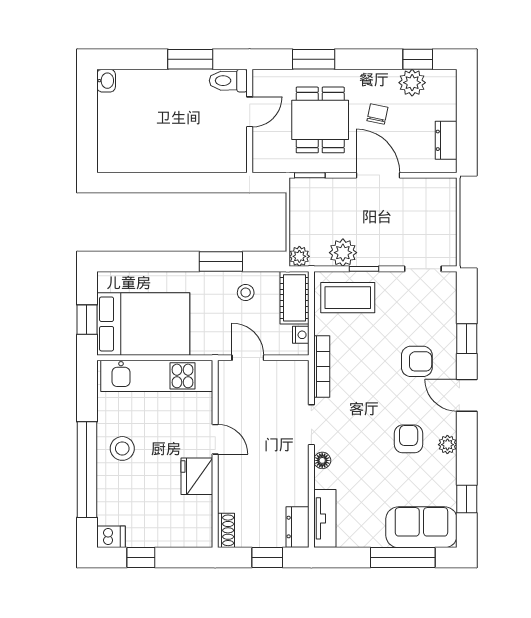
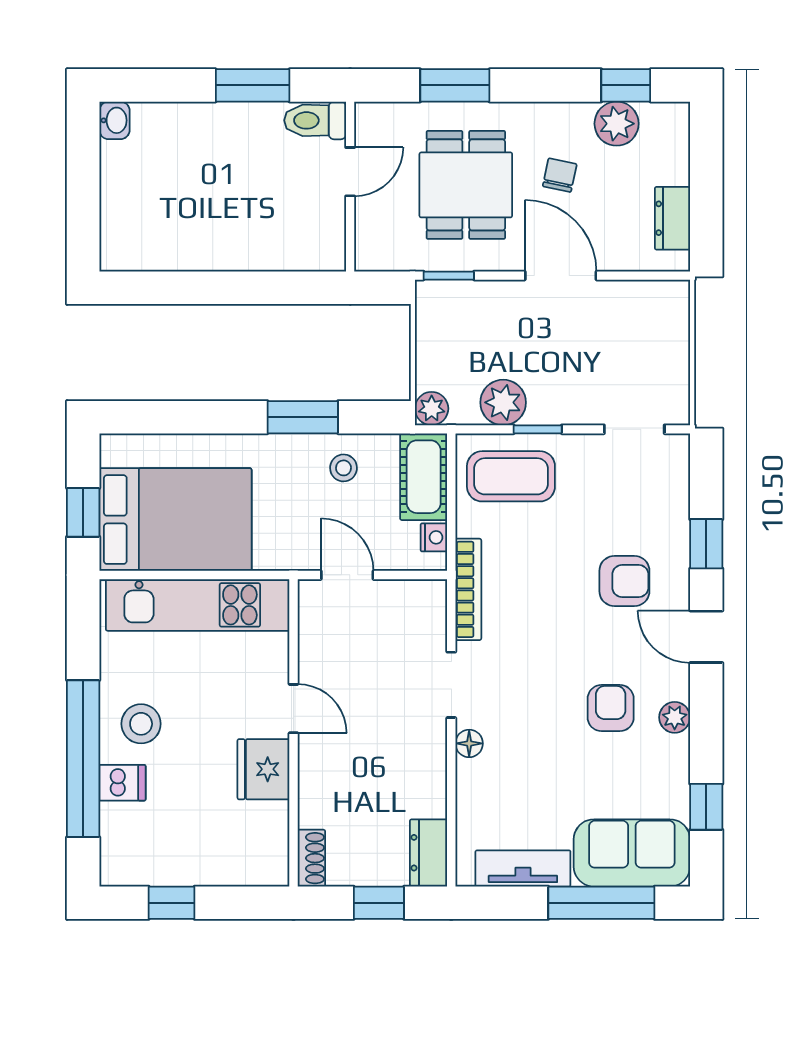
tv unit: (325, 518) -> (523, 868), moved, turned -90
dishwasher: (111, 537) -> (122, 783), moved

